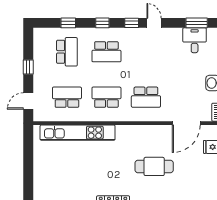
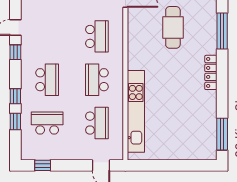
window: (102, 23) -> (15, 96), moved
window: (28, 67) -> (43, 165), moved
school desk: (67, 97) -> (97, 123), turned 180

